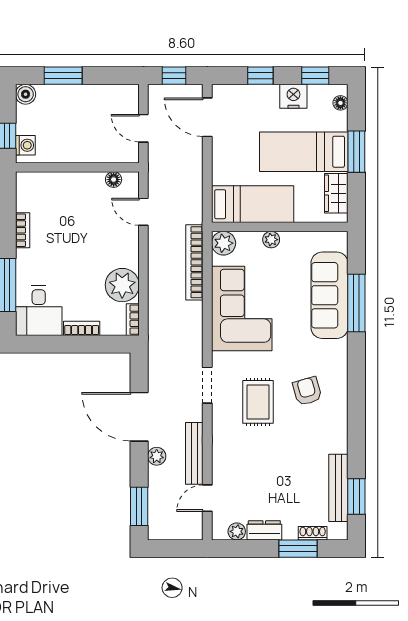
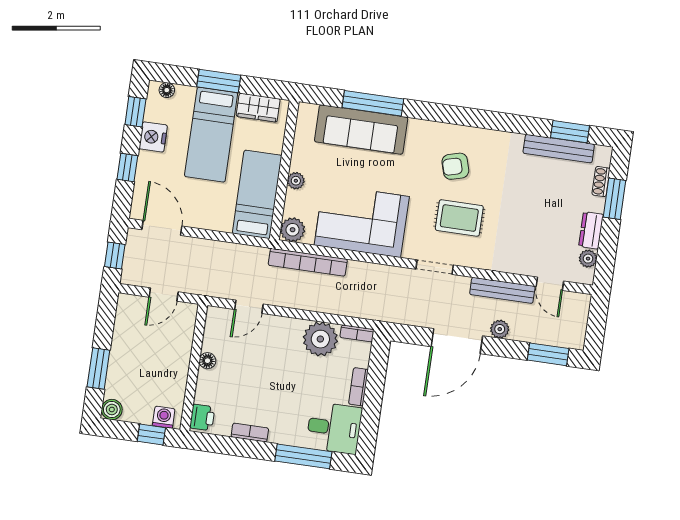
door: (207, 117) -> (162, 228), swing flipped
floor lamp: (114, 180) -> (207, 361), moved
printer: (30, 182) -> (202, 417), added

